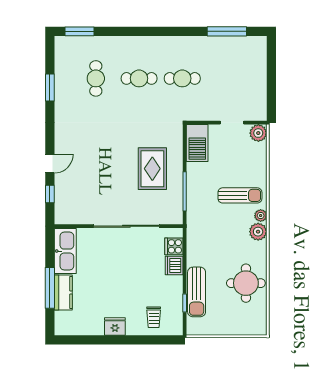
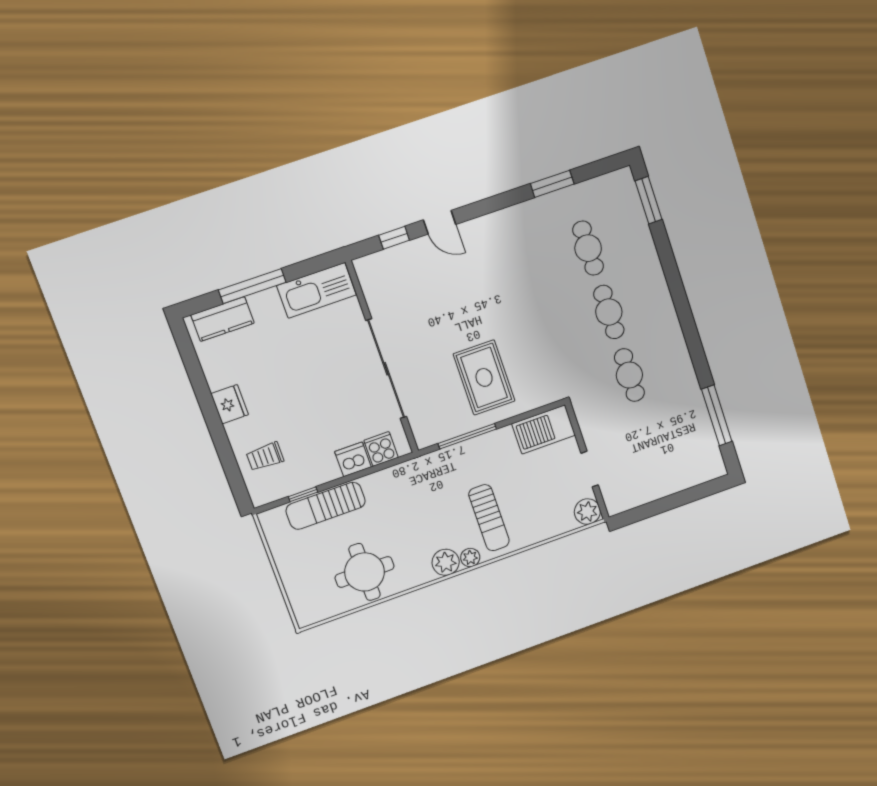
cafe table: (96, 78) -> (588, 248), turned 90
rug: (152, 169) -> (484, 377), turned 90
kitchen counter: (63, 292) -> (222, 319), moved

